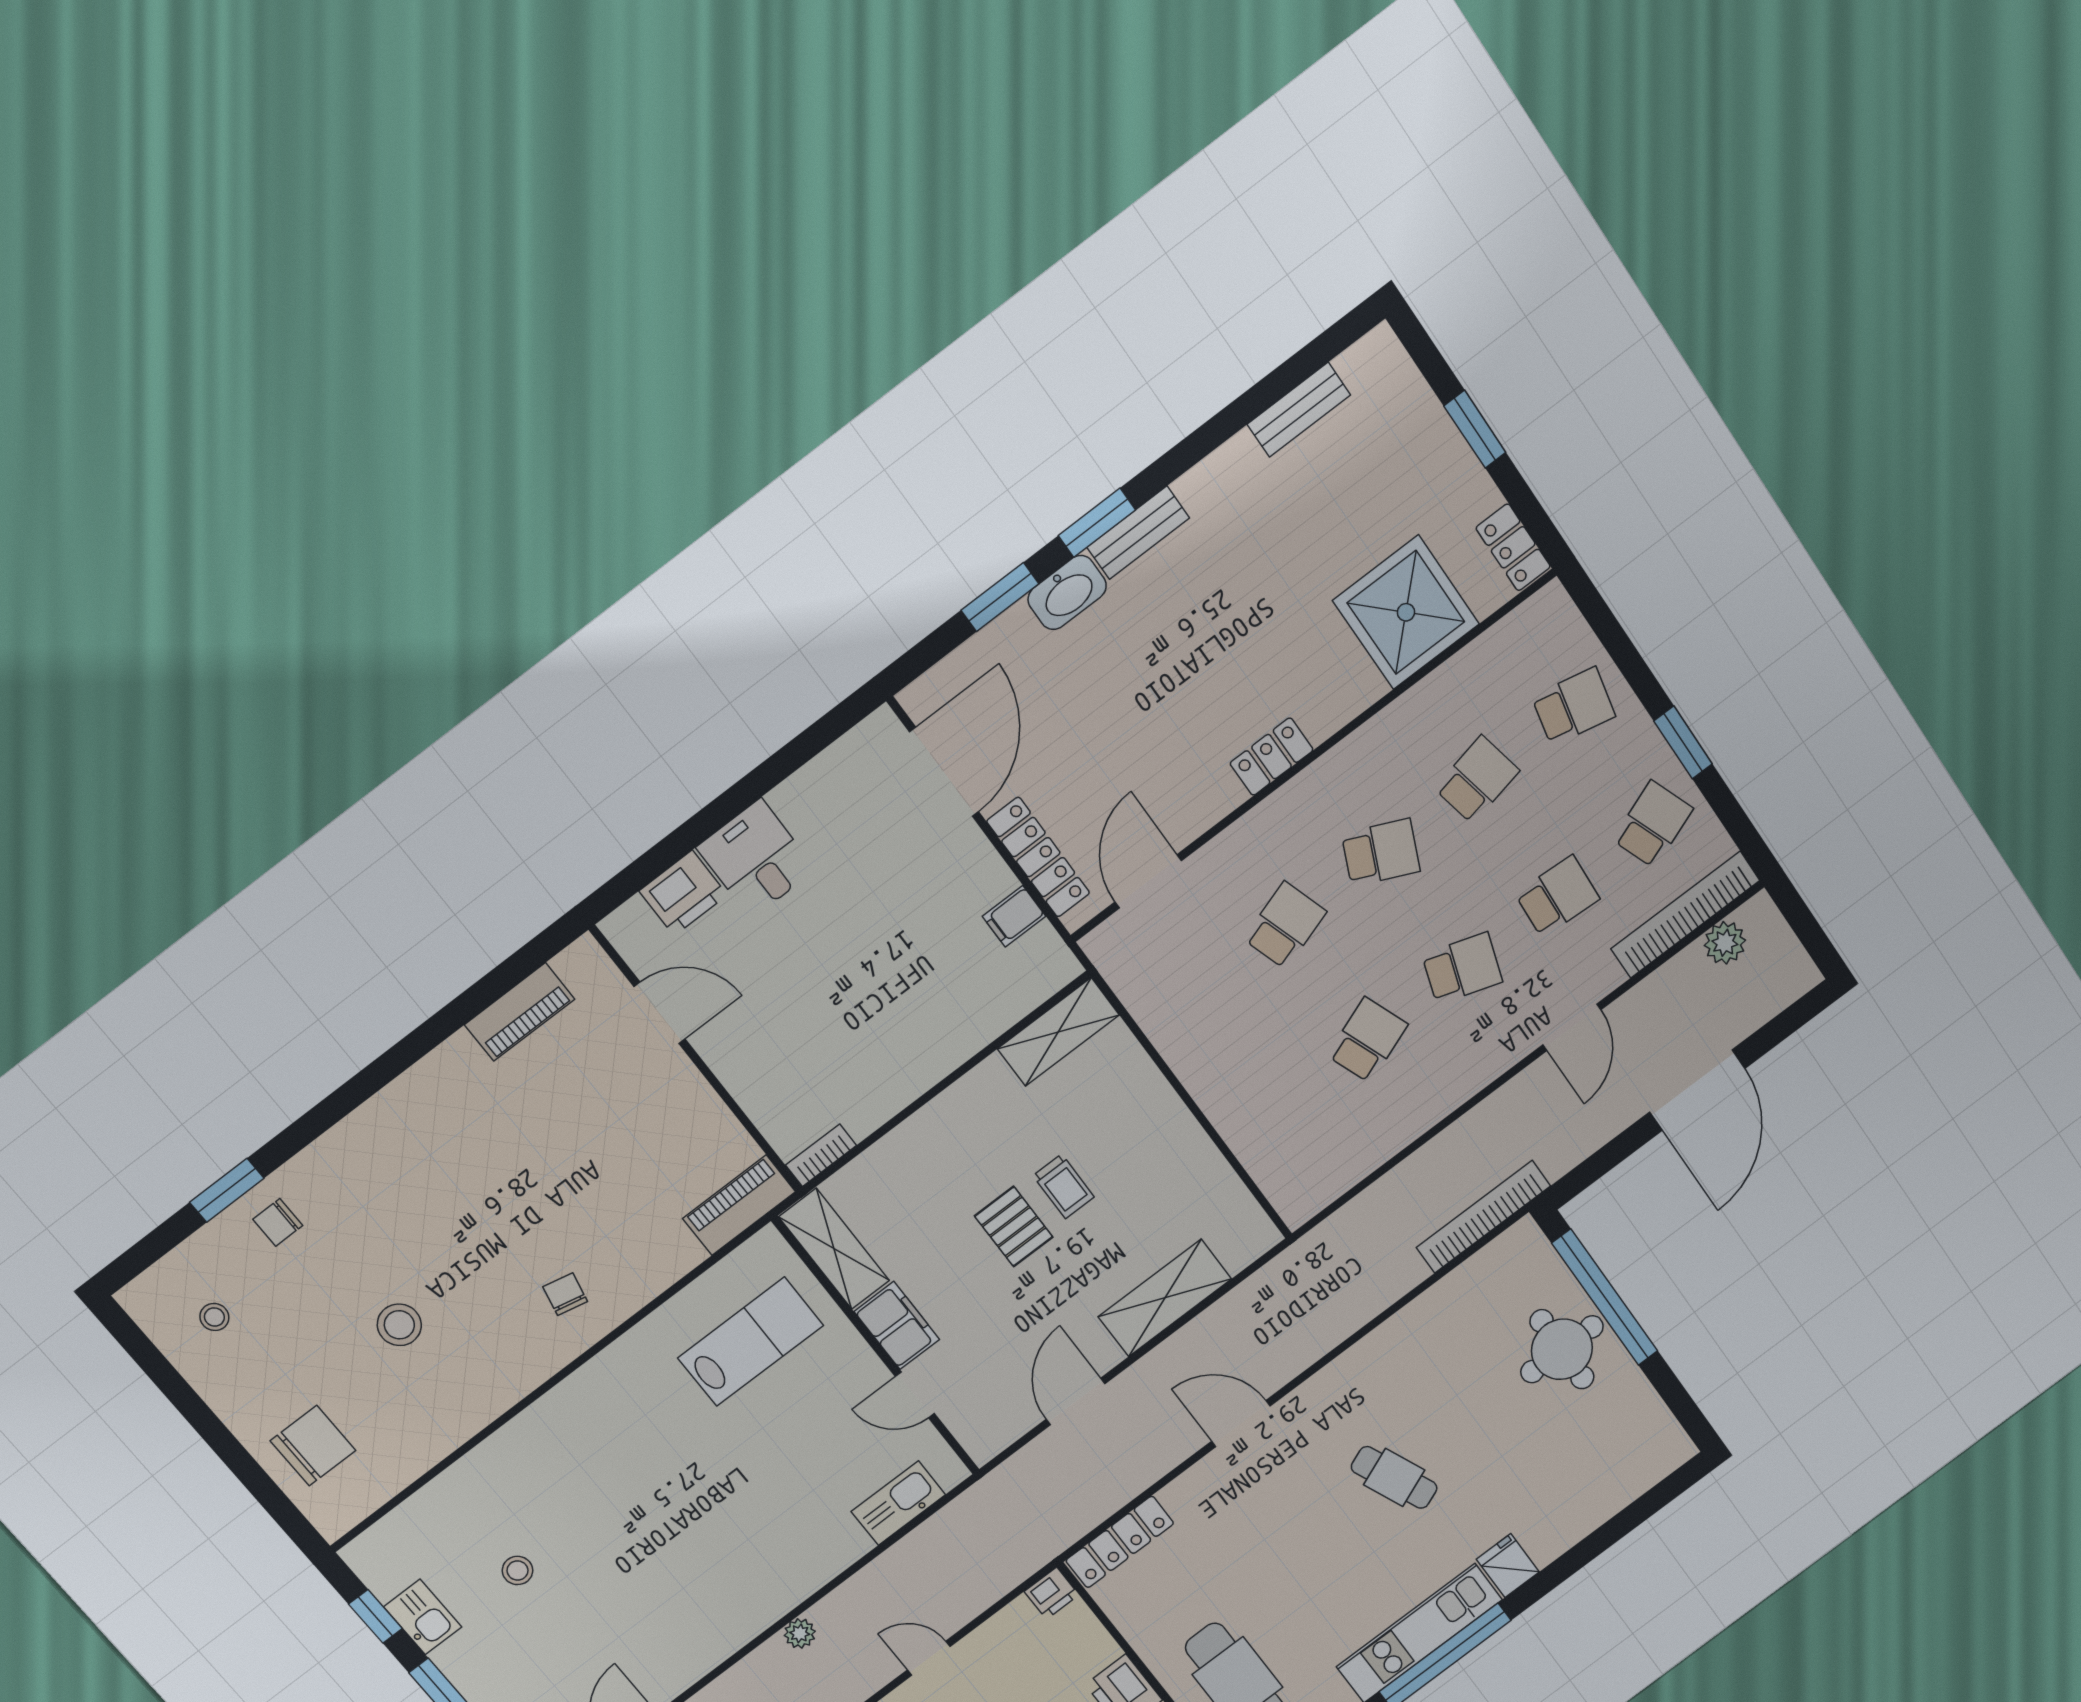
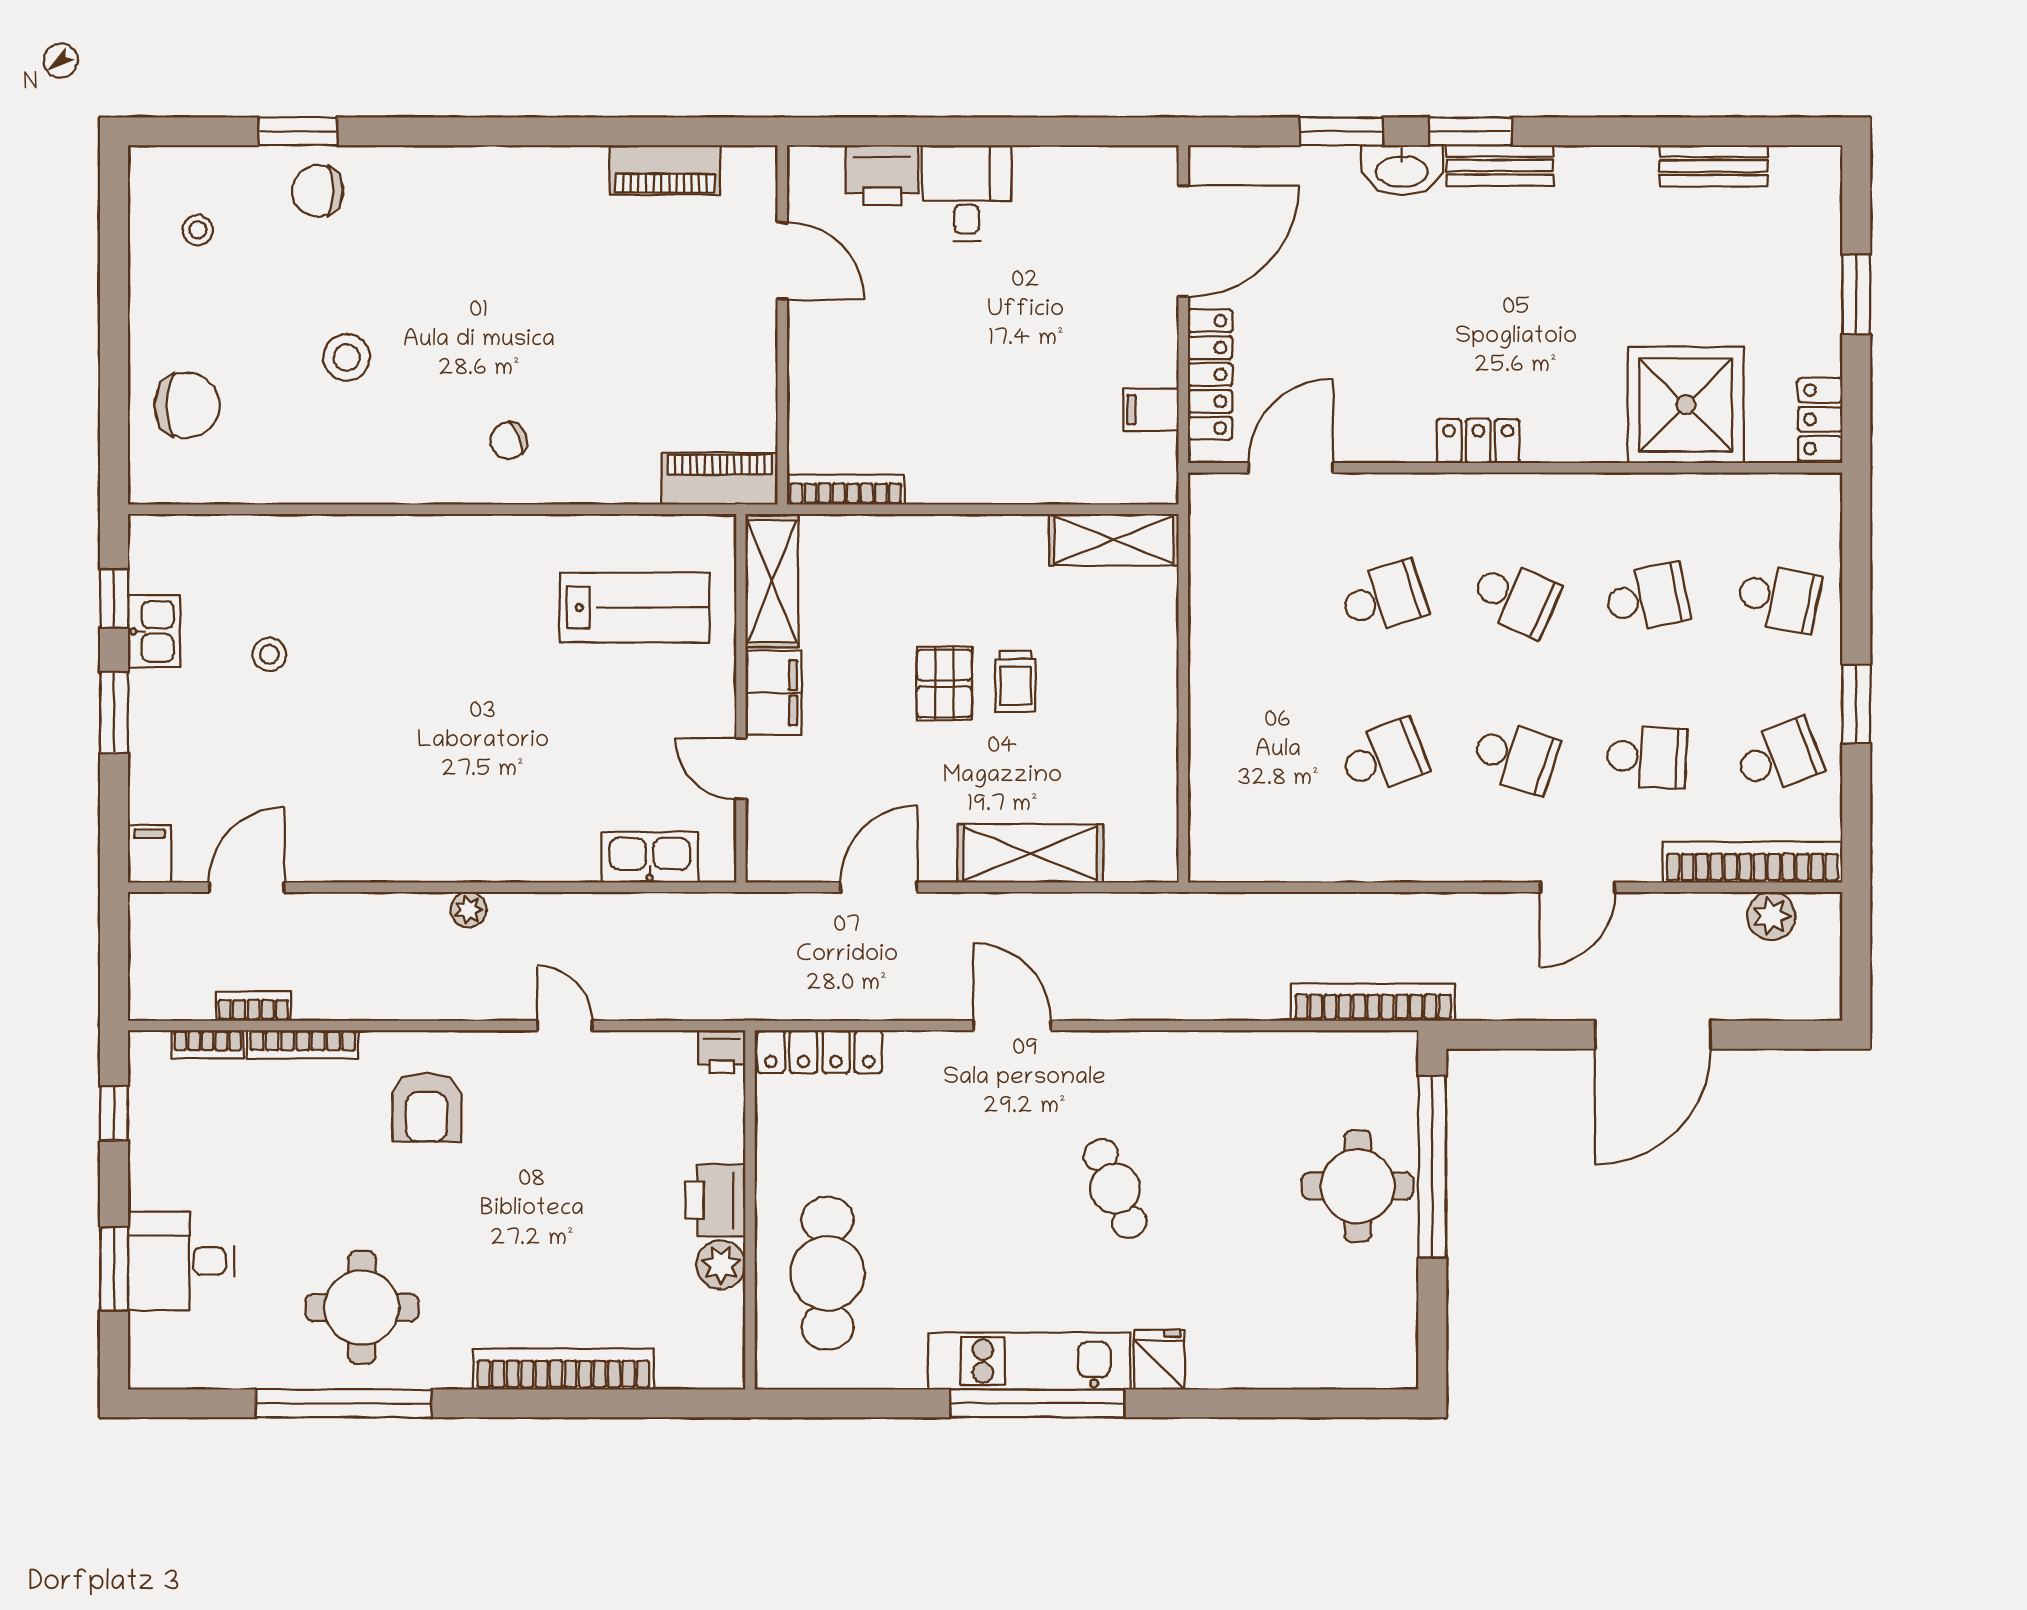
bookcase: (821, 1155) -> (846, 490), width x1.56
chair: (278, 1222) -> (318, 191), width x1.37, depth x1.37
chair: (565, 1294) -> (509, 441), turned -124

